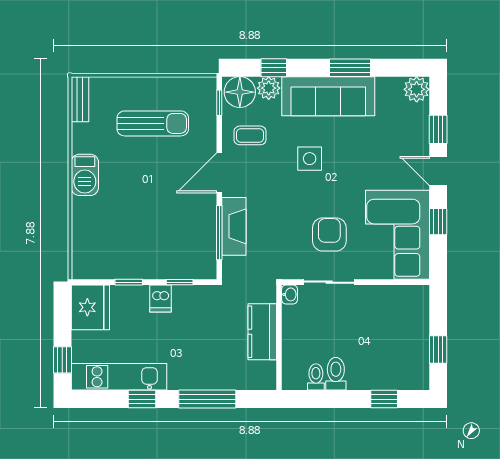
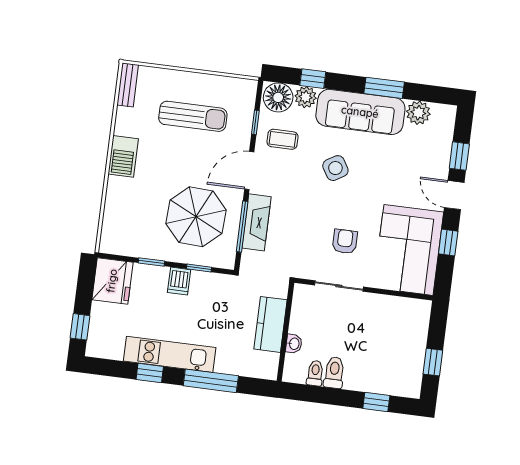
plant: (417, 89) -> (418, 113), moved
window: (219, 103) -> (255, 122), moved
side table: (310, 159) -> (335, 168), turned -31
parasol: (170, 229) -> (196, 217), added
armchair: (329, 234) -> (345, 241), width x0.72, depth x0.72
washbasin: (290, 294) -> (294, 344), moved
kitchen unit: (119, 377) -> (170, 354), moved

